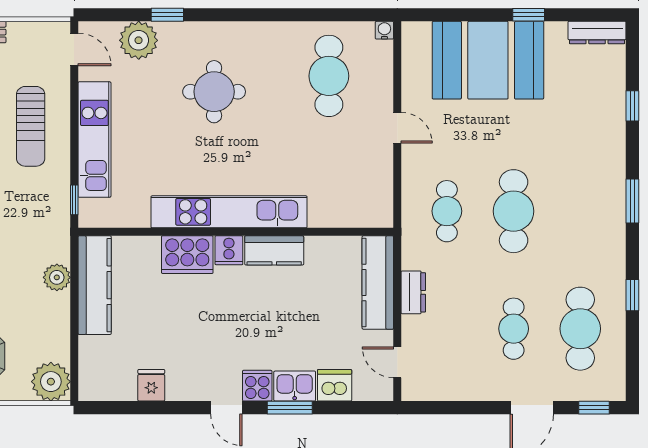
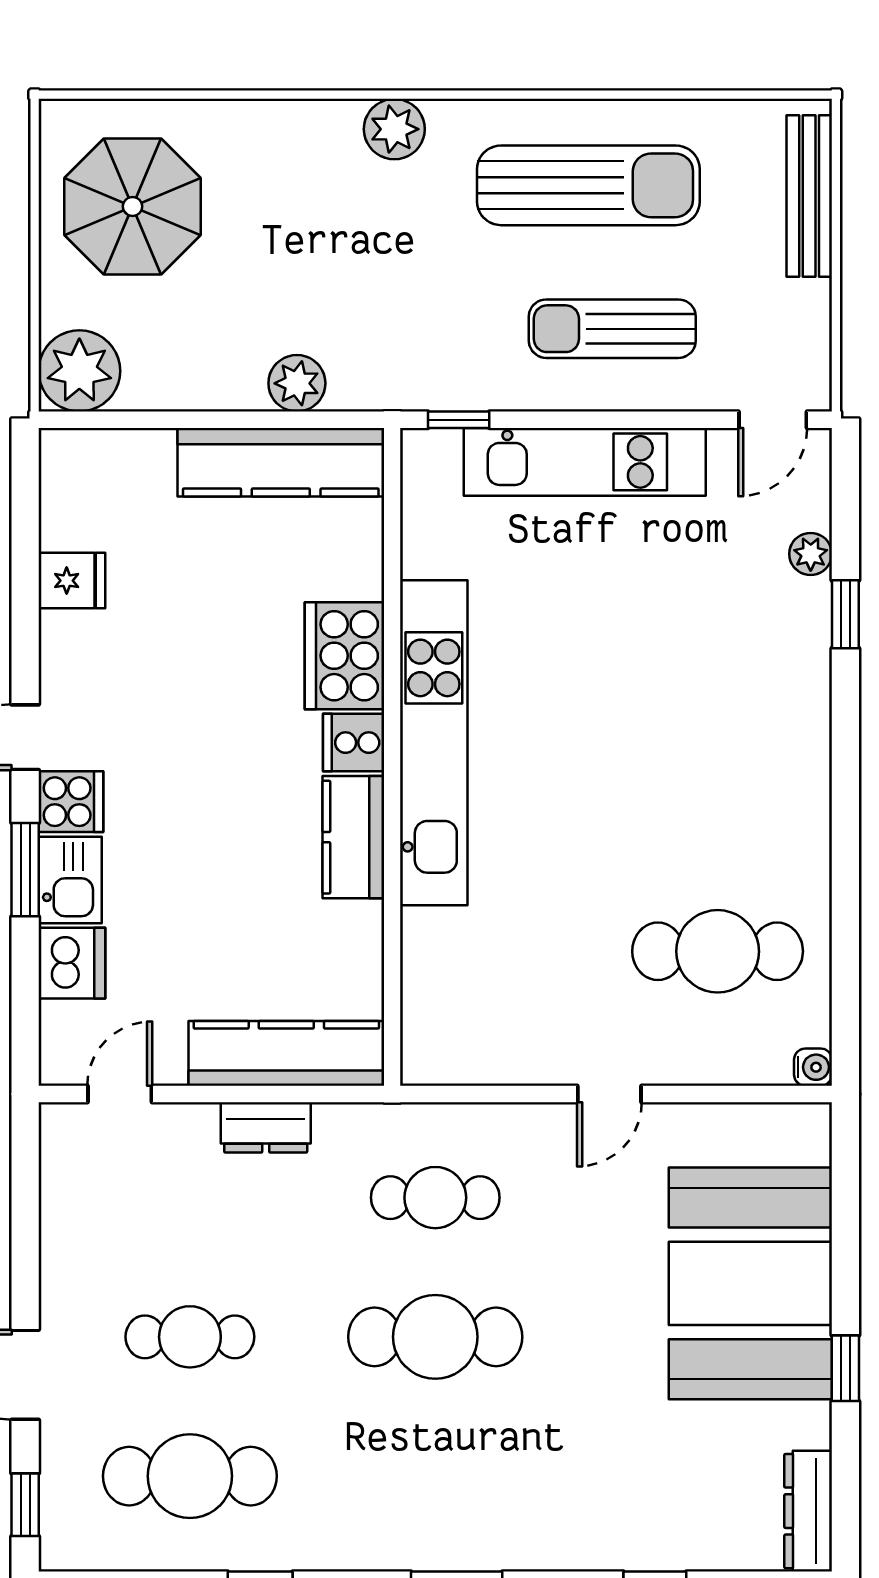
plant: (139, 40) -> (811, 554), width x0.53, depth x0.53
round table: (214, 92) -> (685, 712), removed

